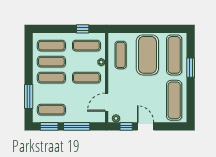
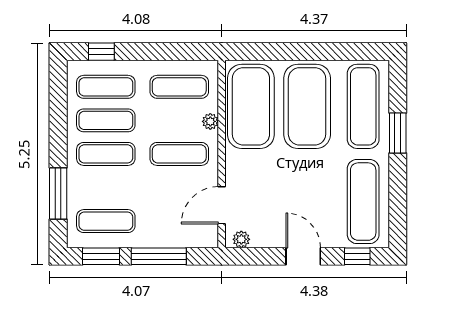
window: (83, 29) -> (101, 52), moved
exercise mat: (121, 55) -> (251, 106), width x2.00, depth x1.45
window: (126, 126) -> (357, 256), moved

